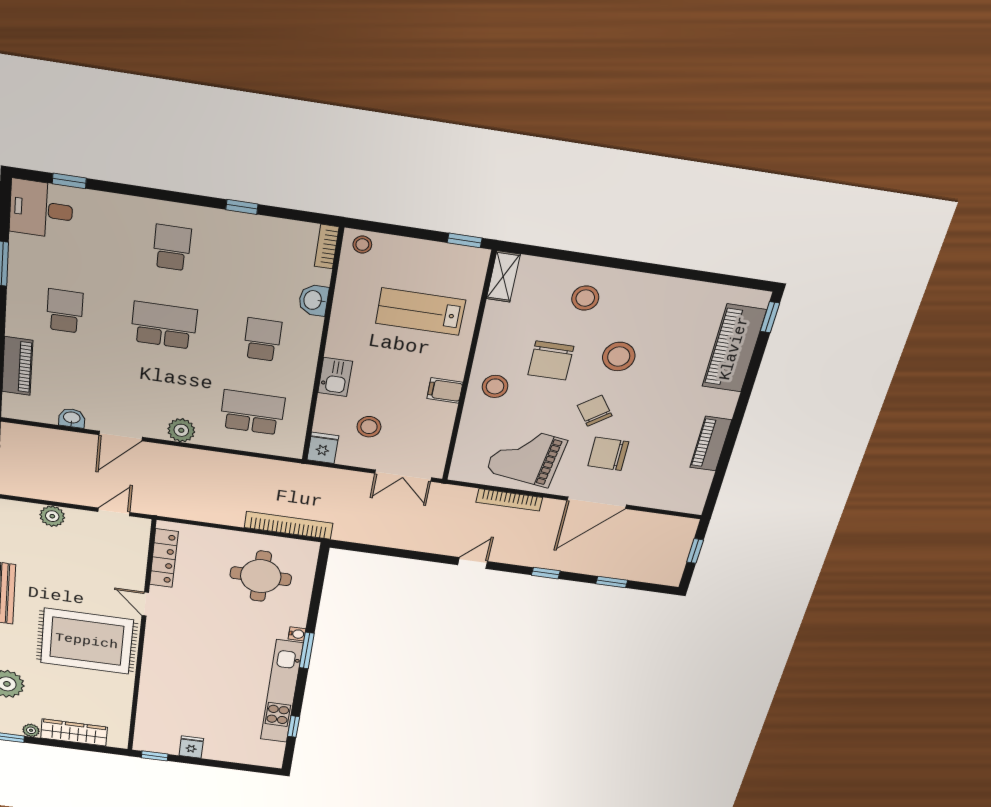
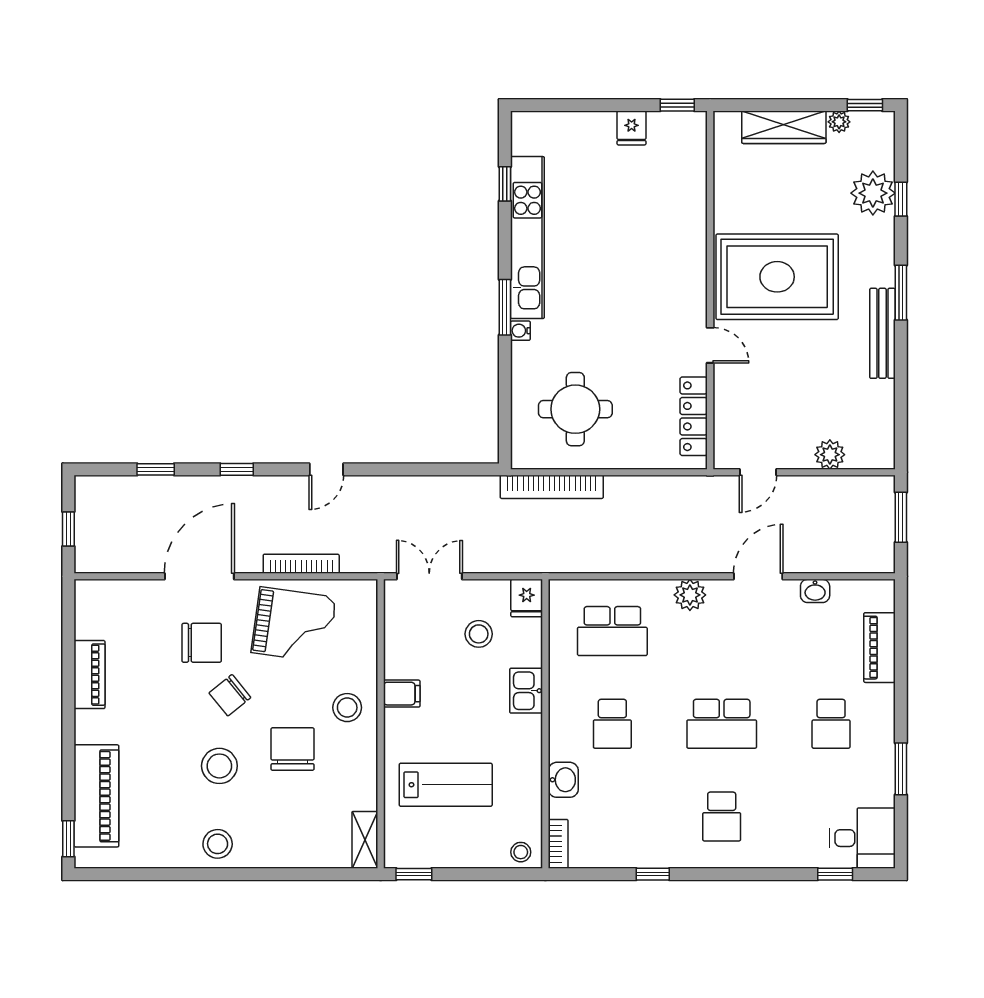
stool: (585, 298) -> (218, 844), moved
chair: (595, 411) -> (230, 695), turned 87

